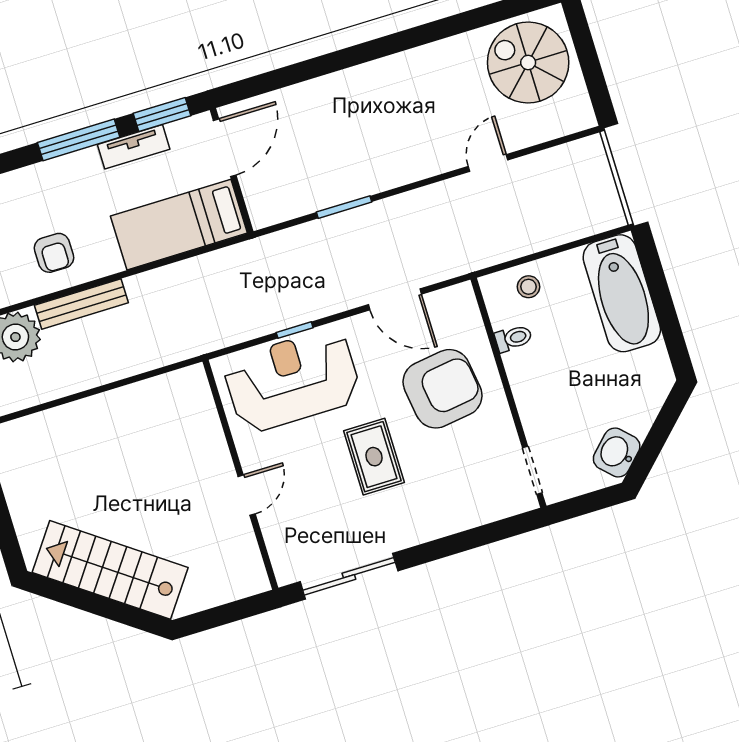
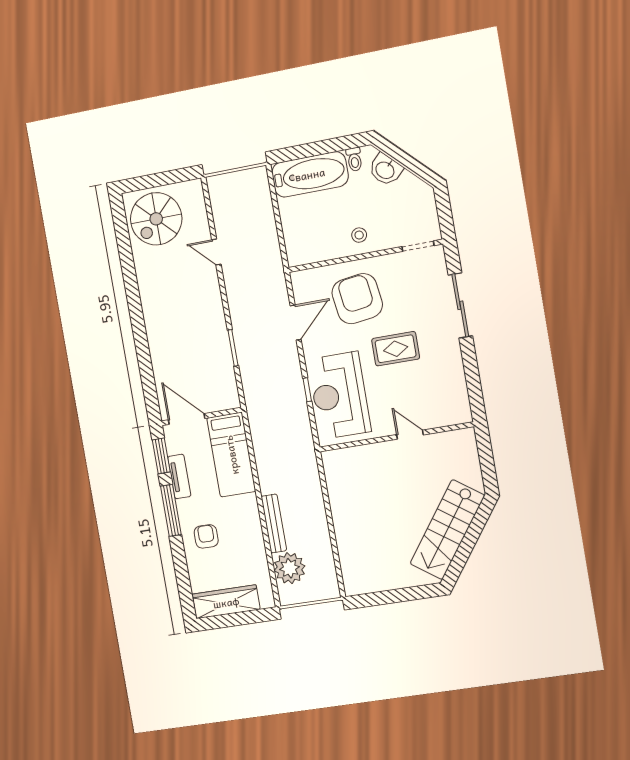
armchair: (54, 253) -> (206, 536), moved, turned -90
stool: (529, 287) -> (359, 235), moved
toilet: (513, 338) -> (354, 159), moved, turned 180
washbasin: (617, 453) -> (385, 170), moved
sliding door: (349, 576) -> (460, 305), moved

